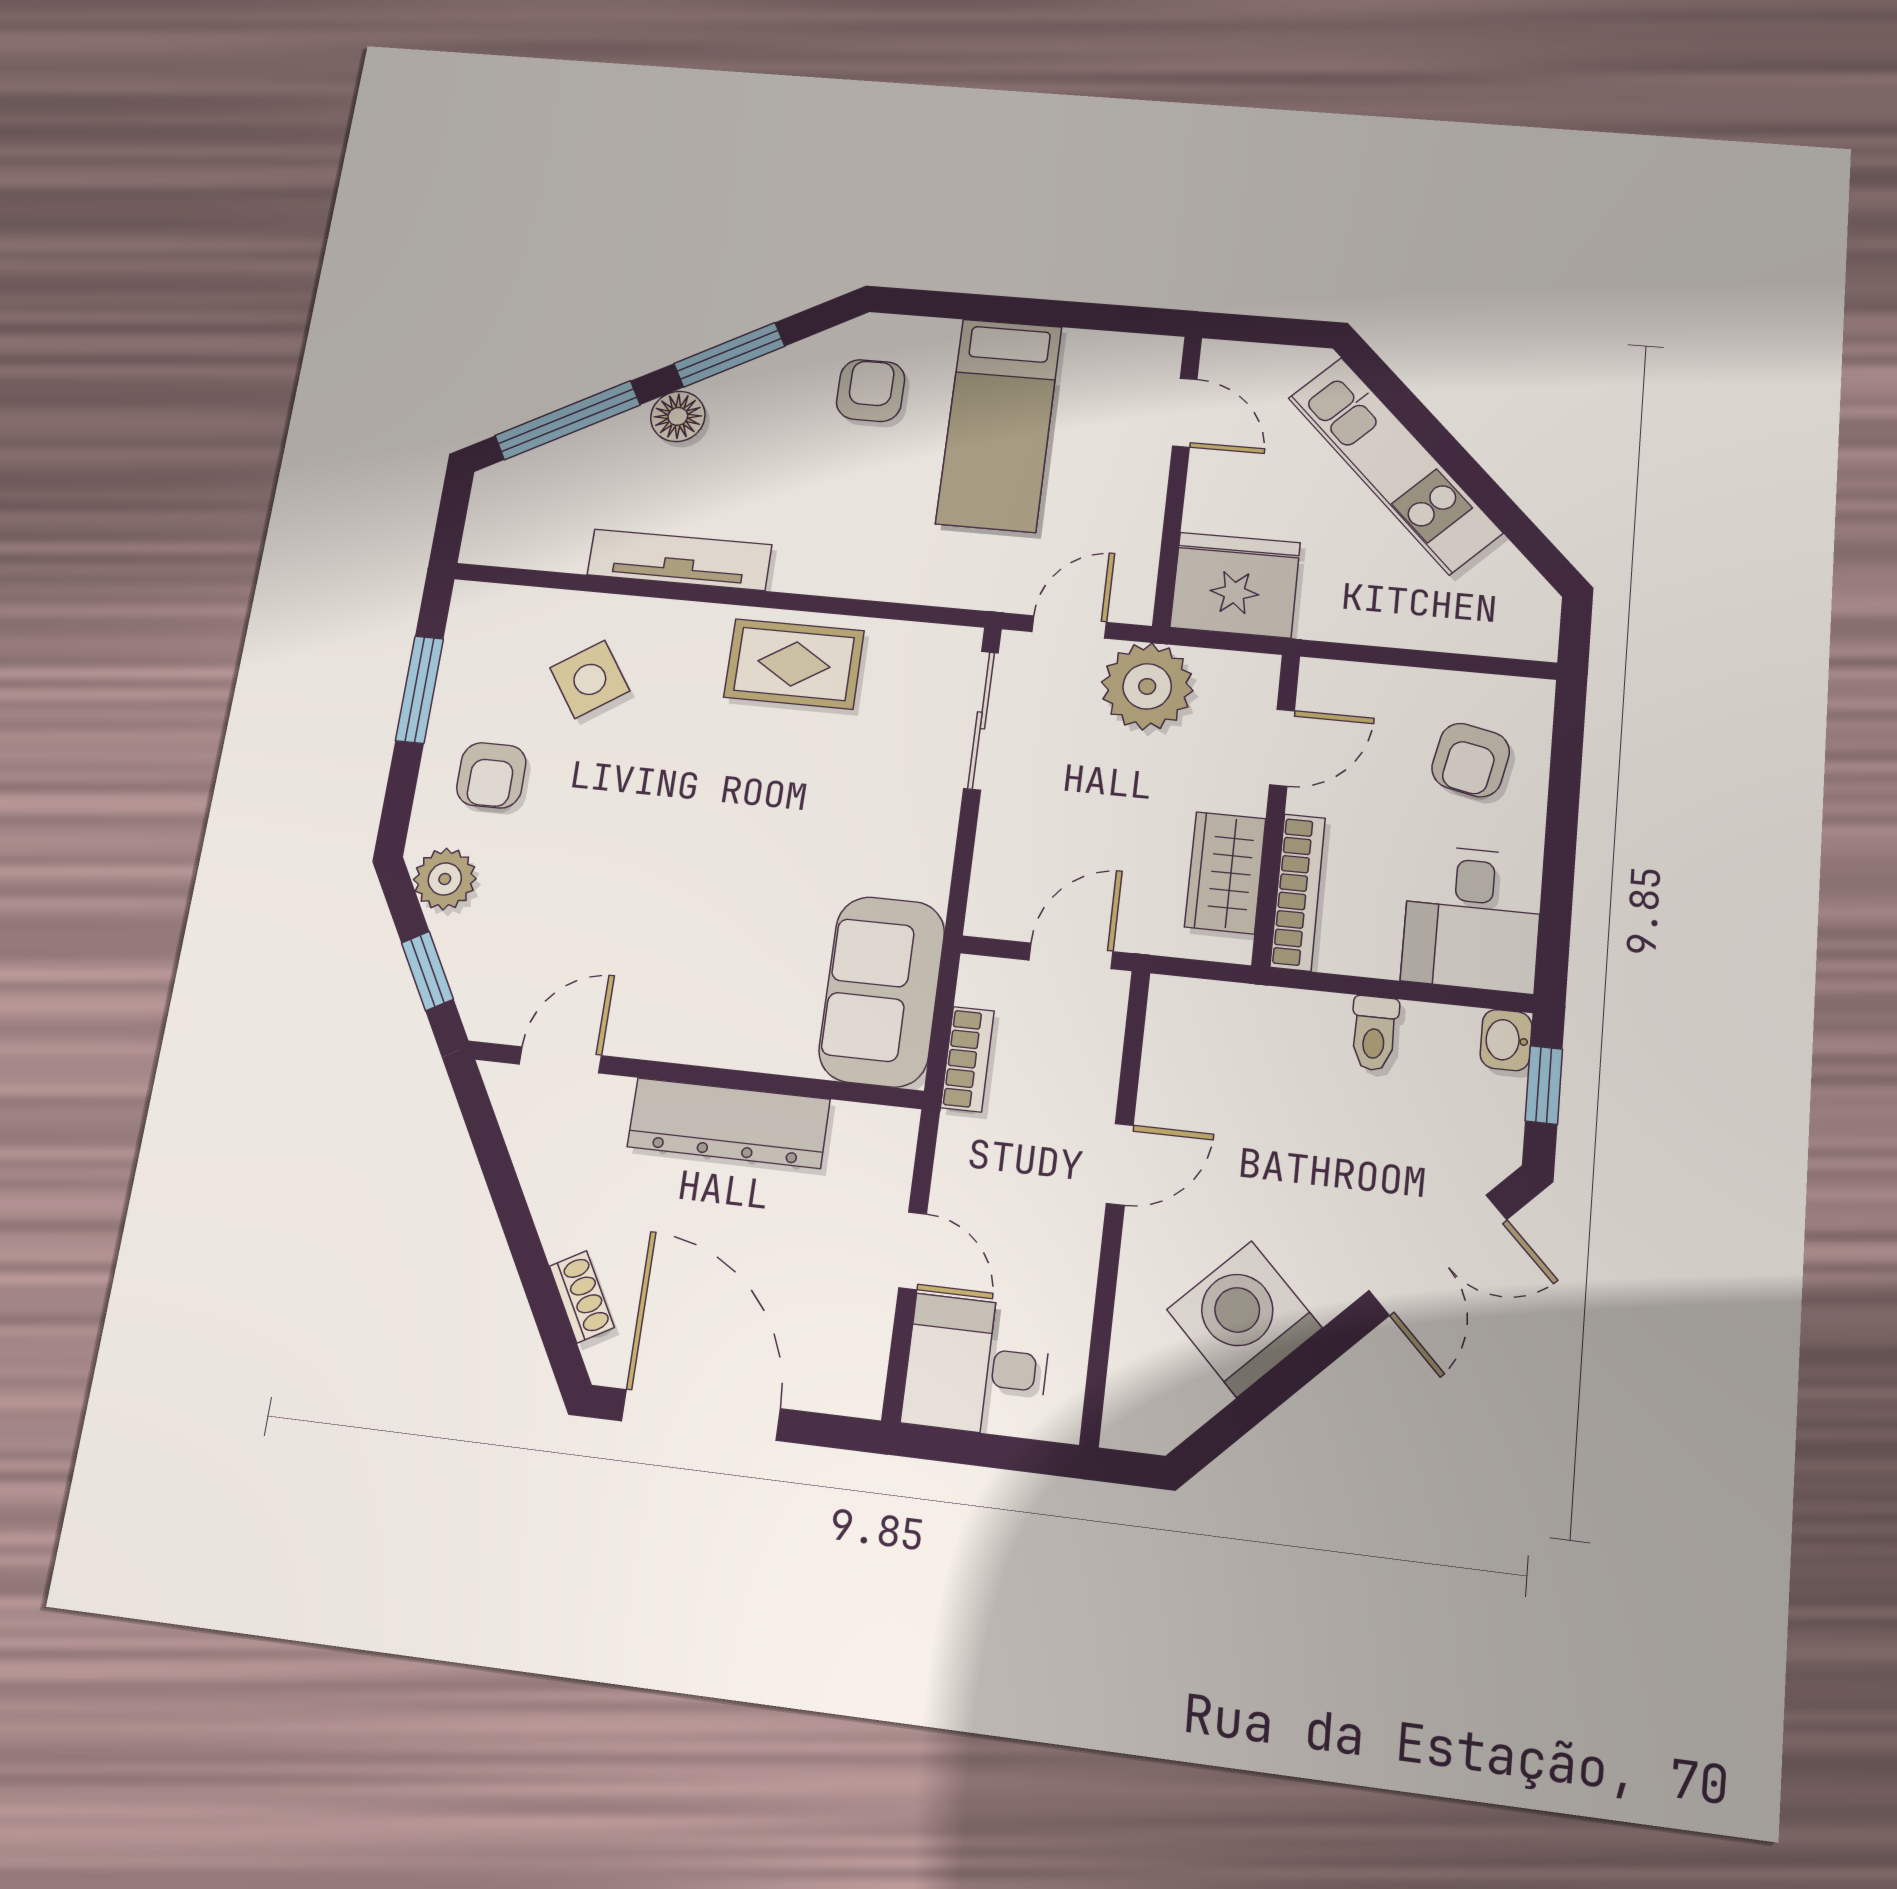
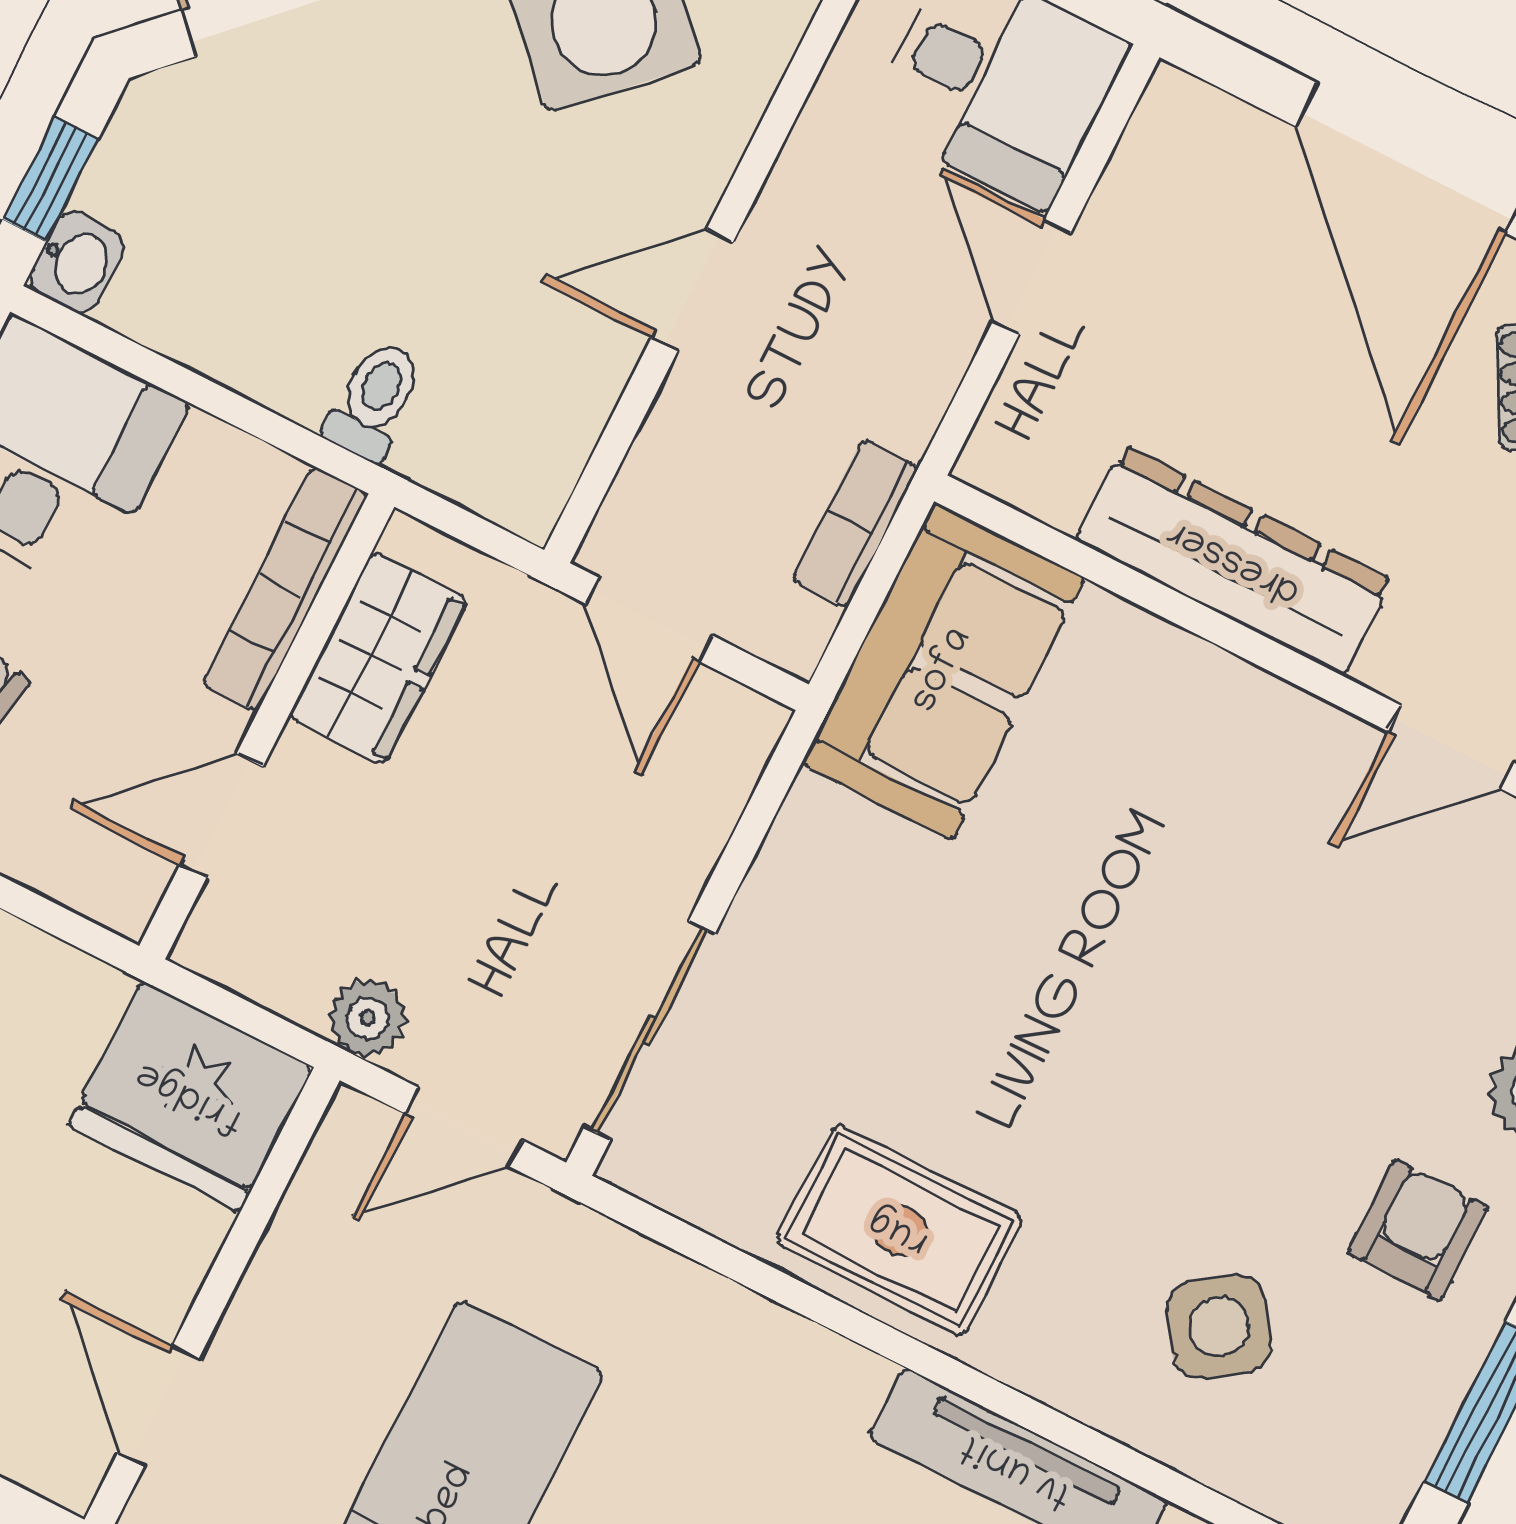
plant: (1147, 686) -> (368, 1018), width x0.53, depth x0.53
door: (1071, 956) -> (649, 620), hinge flipped
toilet: (1374, 1033) -> (374, 400), moved

